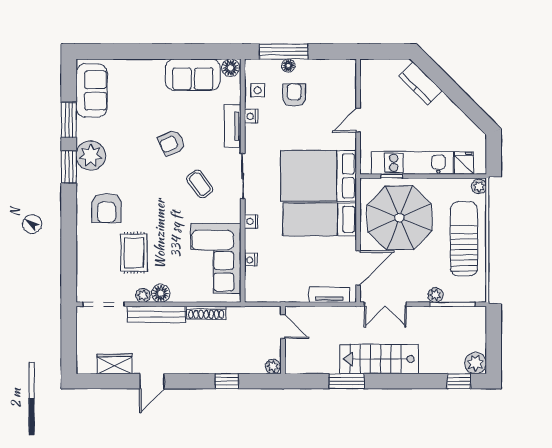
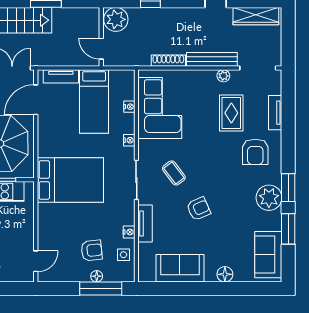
floor lamp: (231, 68) -> (225, 274), moved
armchair: (294, 95) -> (92, 250), turned -96
door: (358, 120) -> (36, 261), moved
armchair: (106, 208) -> (255, 152), turned 180
bed: (320, 219) -> (94, 101), moved, turned 90
tv unit: (84, 253) -> (275, 113), added
floor lamp: (161, 293) -> (208, 78), removed
wardrobe: (114, 364) -> (256, 16), width x1.50
plant: (273, 366) -> (116, 19), width x1.88, depth x1.88

